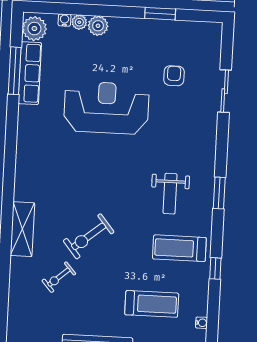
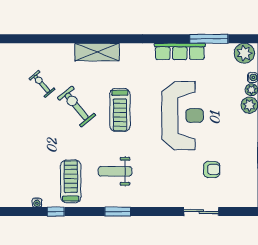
row of seats: (30, 73) -> (180, 51), moved
shelving: (22, 229) -> (97, 52), moved
treadmill: (152, 304) -> (120, 110), moved
water cooler: (201, 323) -> (37, 203), moved

